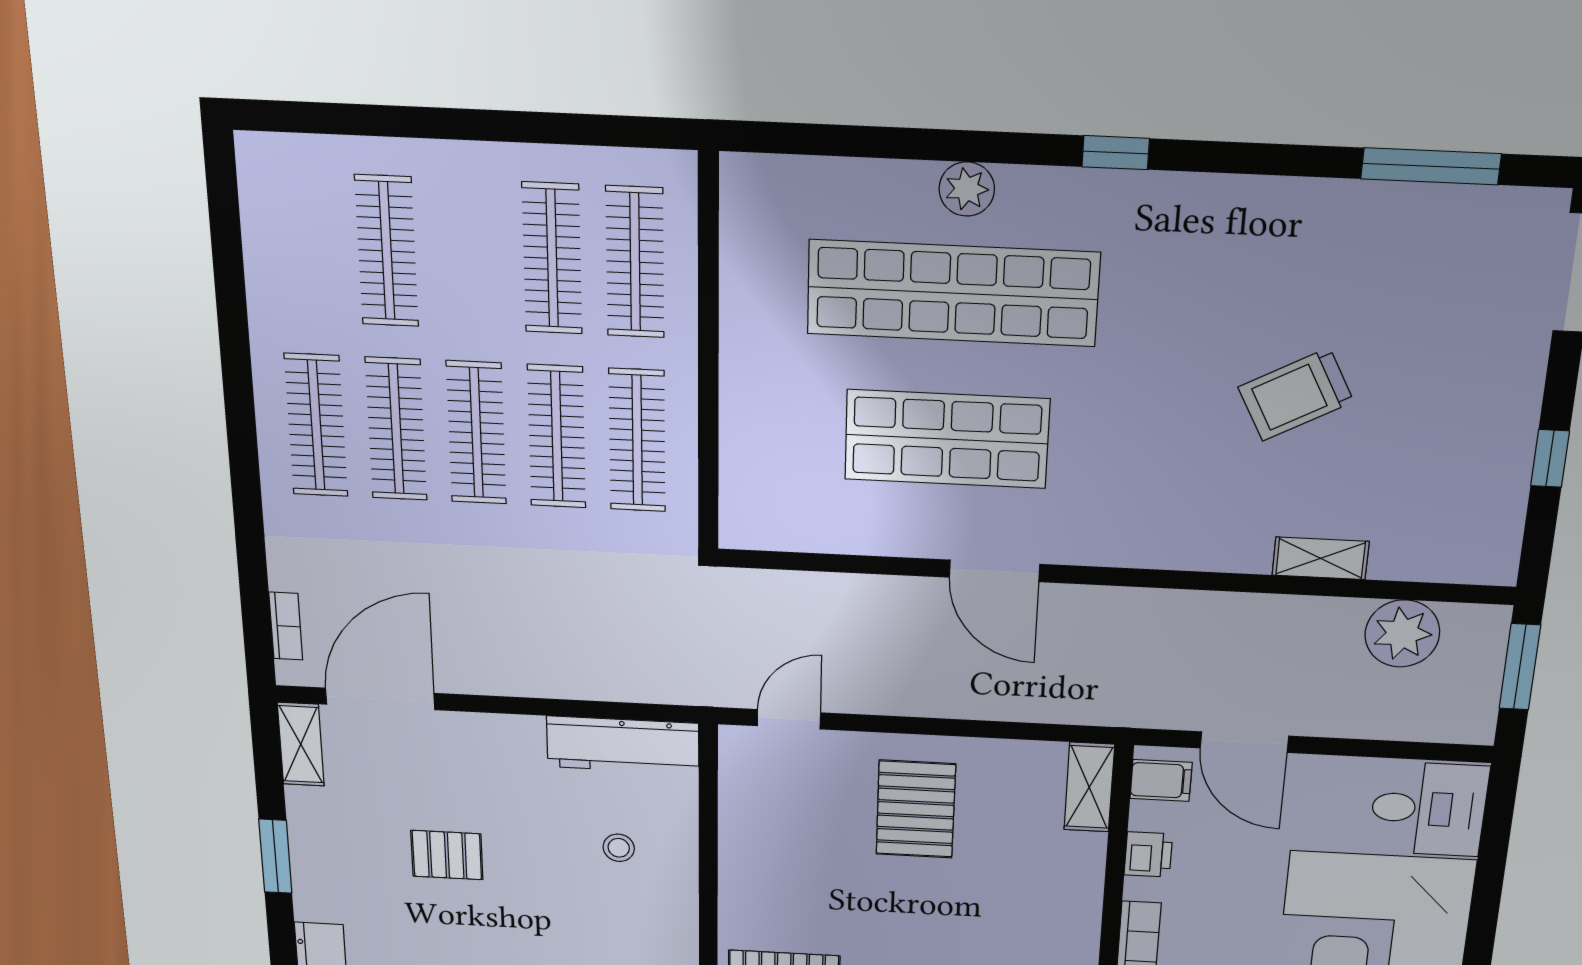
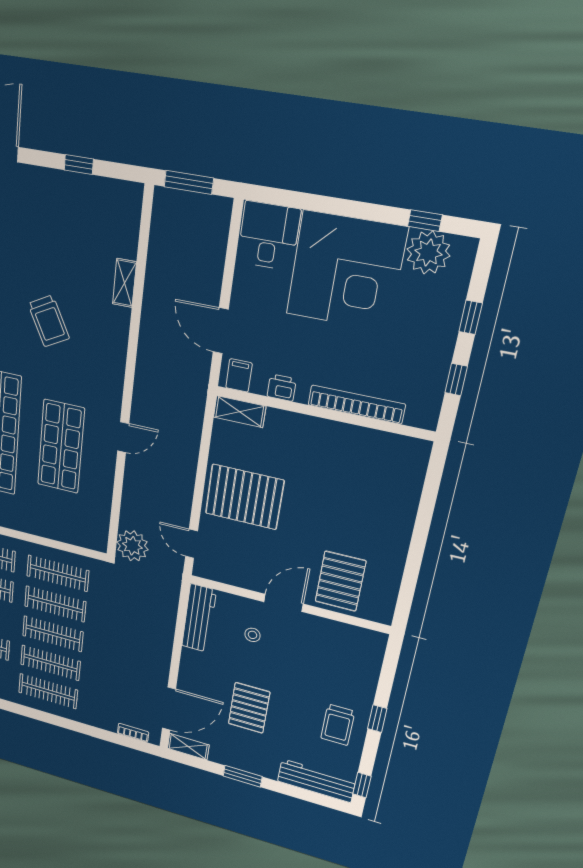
trolley: (1296, 395) -> (49, 321), moved
door: (995, 571) -> (123, 437), width x0.73
plant: (1402, 634) -> (132, 546), moved
door: (380, 699) -> (169, 709), swing flipped
door: (1244, 742) -> (221, 331), swing flipped
pallet: (916, 809) -> (244, 497), width x1.37, depth x1.41
pallet: (447, 855) -> (249, 708), width x1.50, depth x1.42
door: (708, 896) -> (283, 603), added

